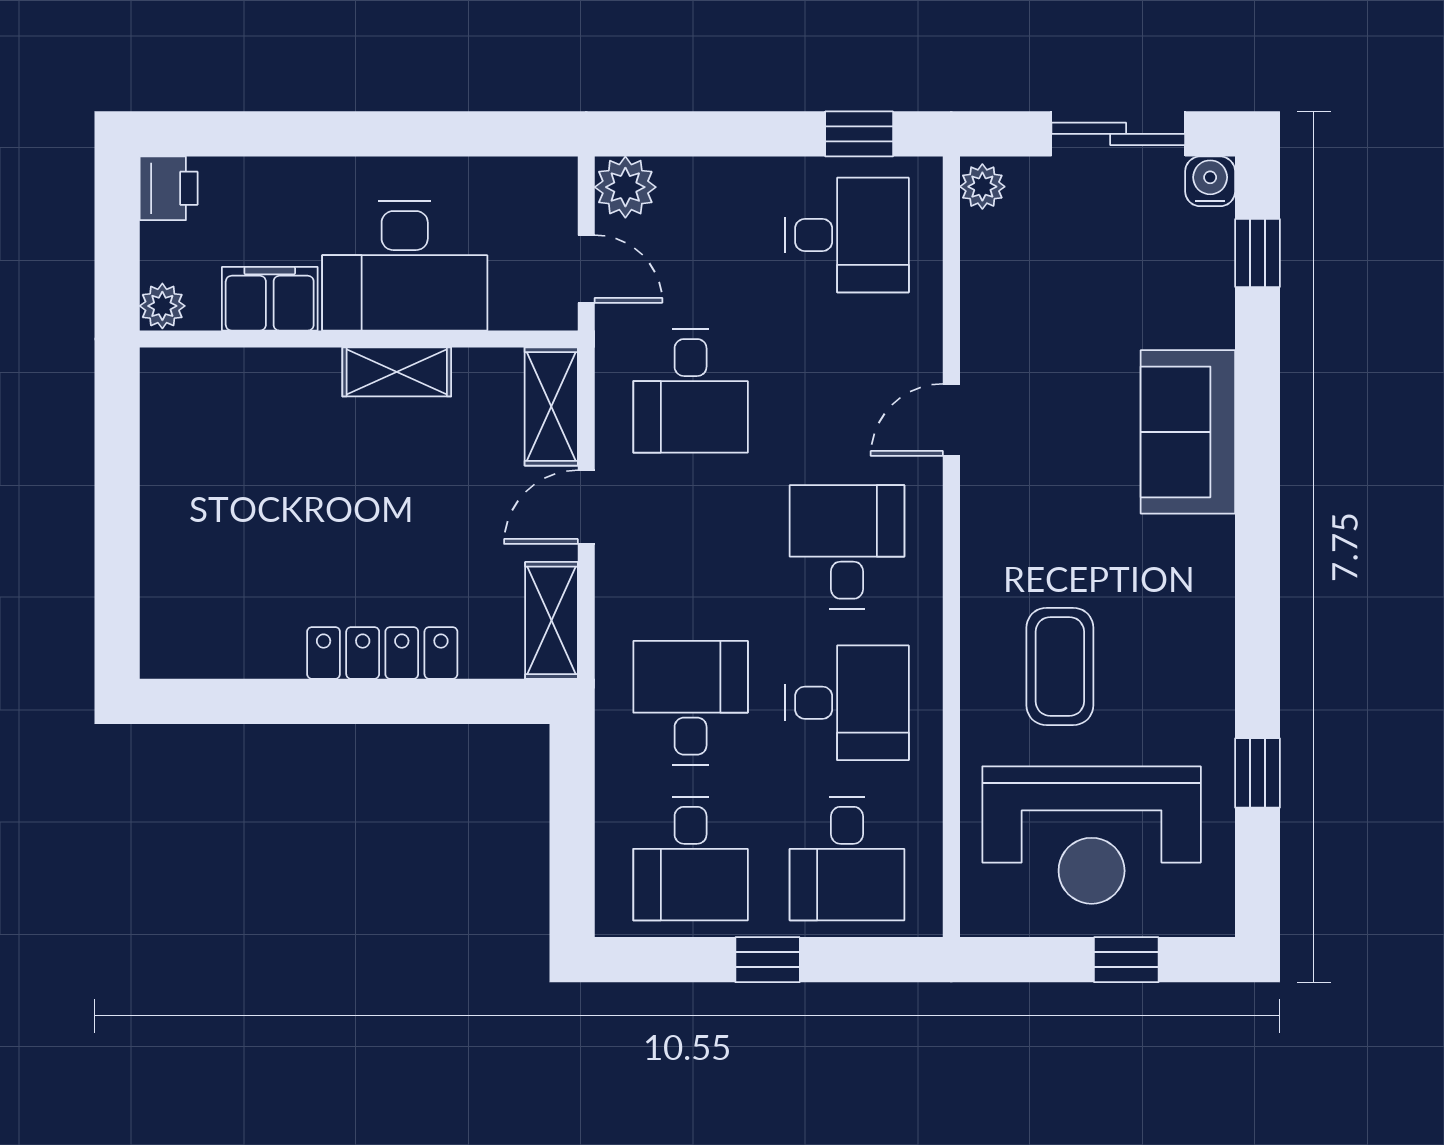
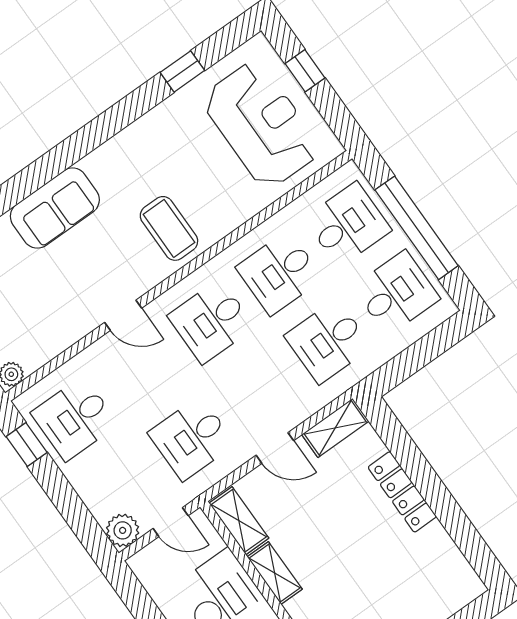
desk: (847, 235) -> (75, 418), turned -90
door: (586, 269) -> (171, 522), swing flipped
desk: (691, 391) -> (192, 438), turned 180
shelving: (551, 406) -> (239, 521), moved, turned 90
coffee table: (1060, 666) -> (169, 228), moved, turned 90
desk: (847, 703) -> (279, 273), turned -90
window: (768, 960) -> (417, 228), width x3.17

